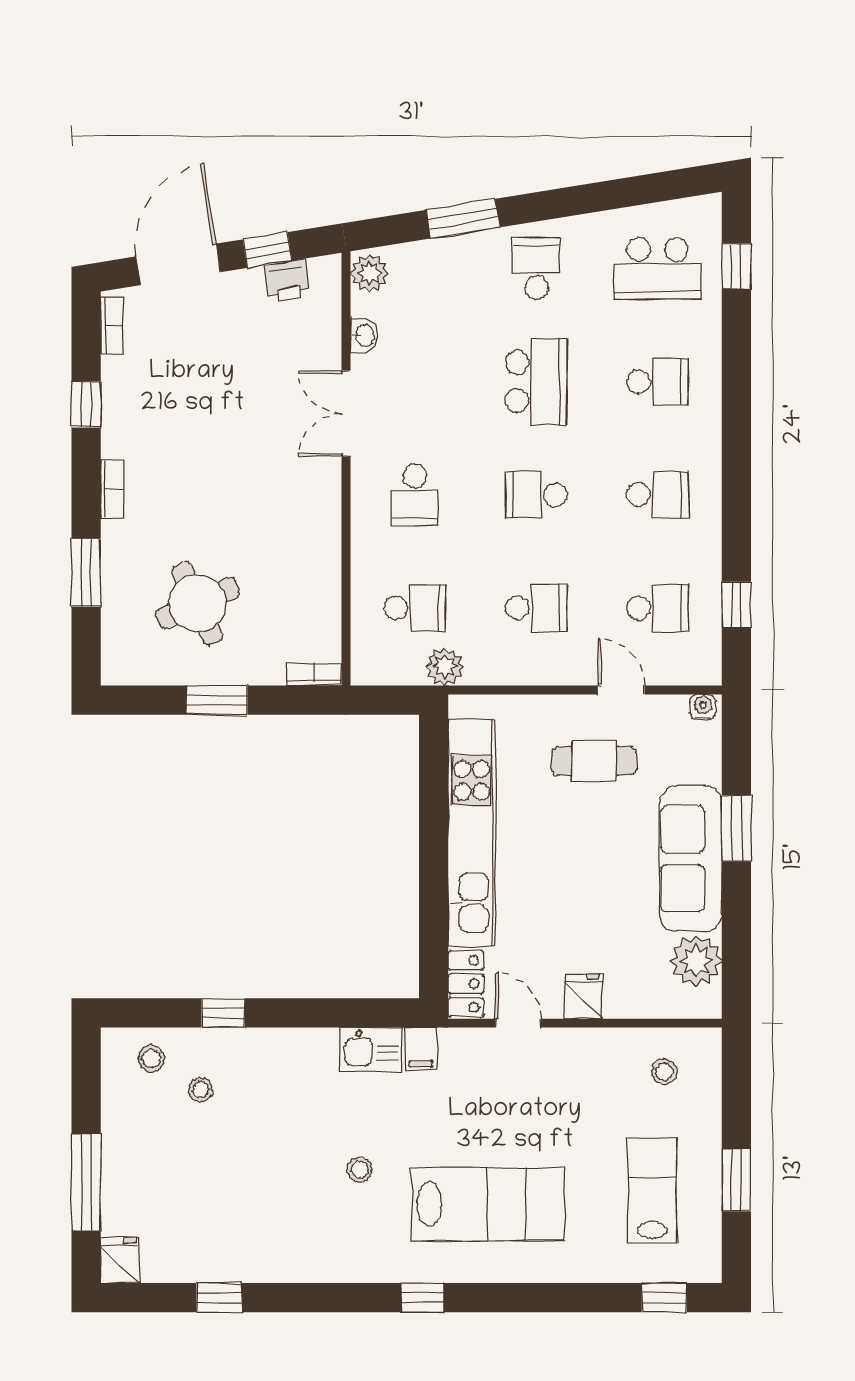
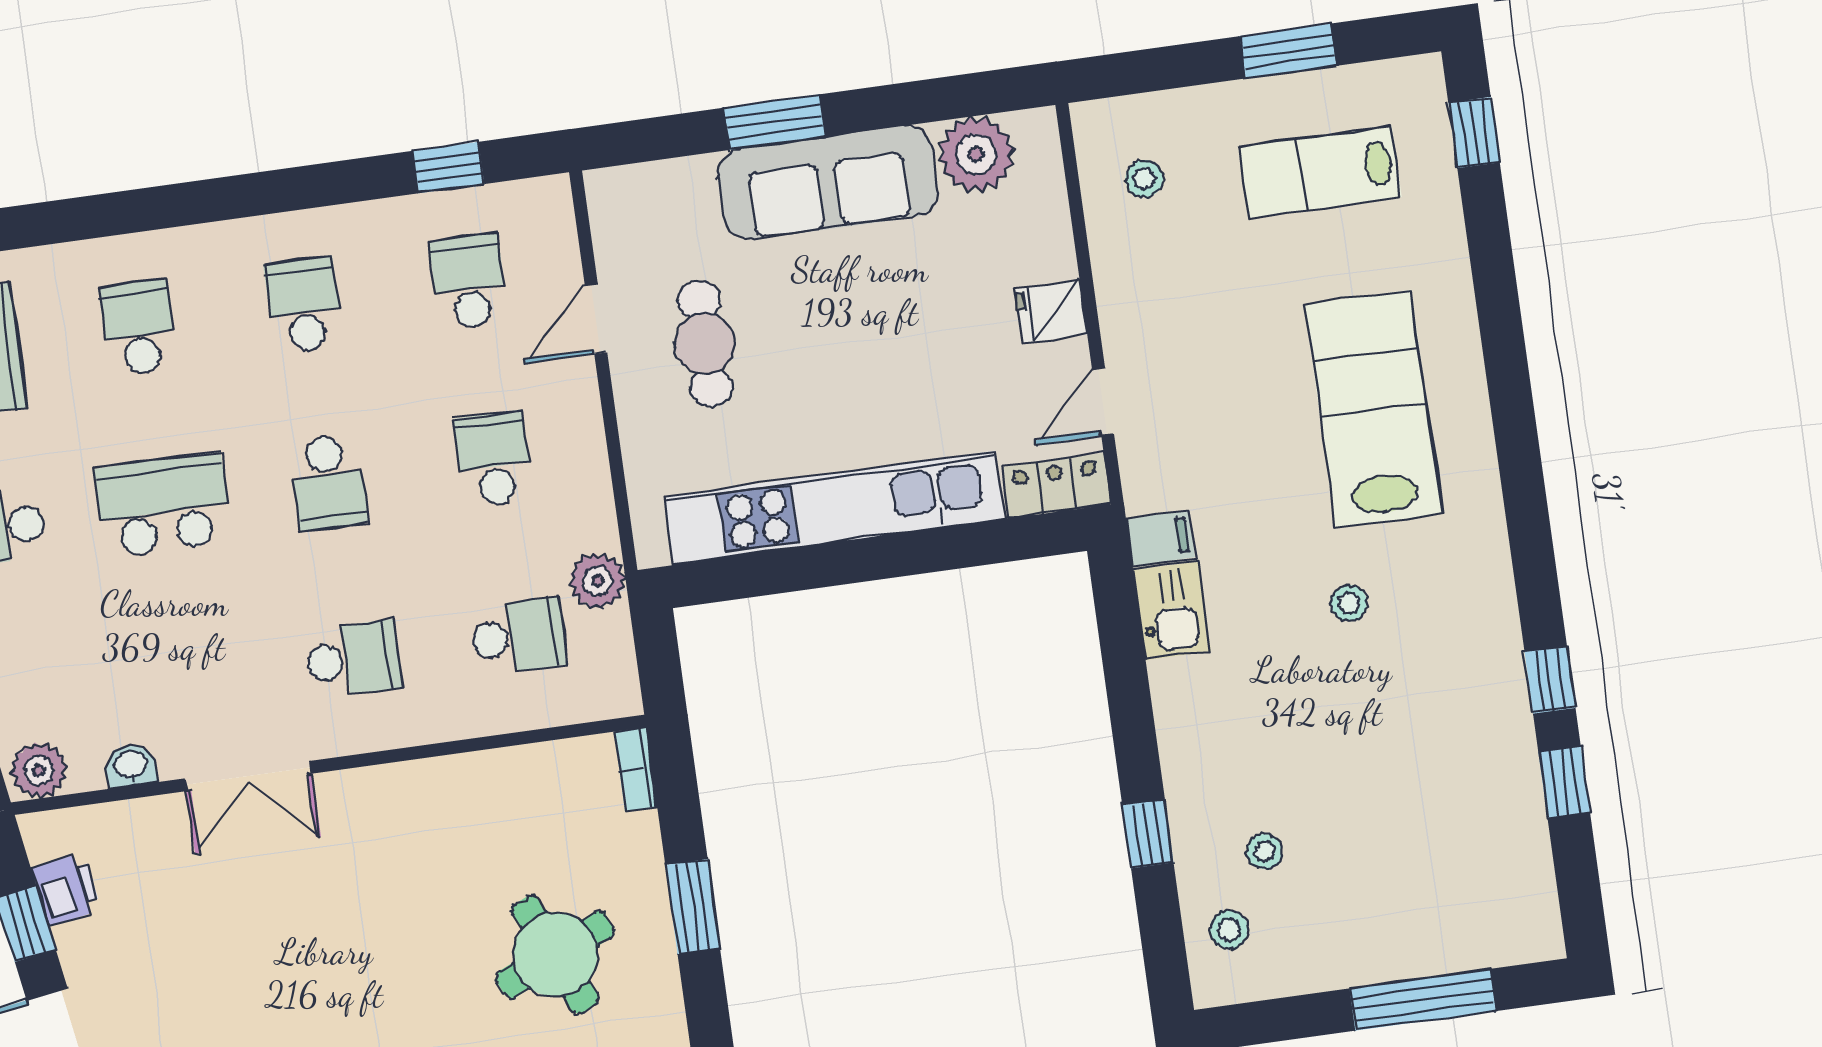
school desk: (415, 608) -> (518, 636), turned 90
water cooler: (703, 707) -> (604, 196), removed
fridge: (120, 1260) -> (1530, 935), removed
window: (422, 1298) -> (1550, 680), moved

